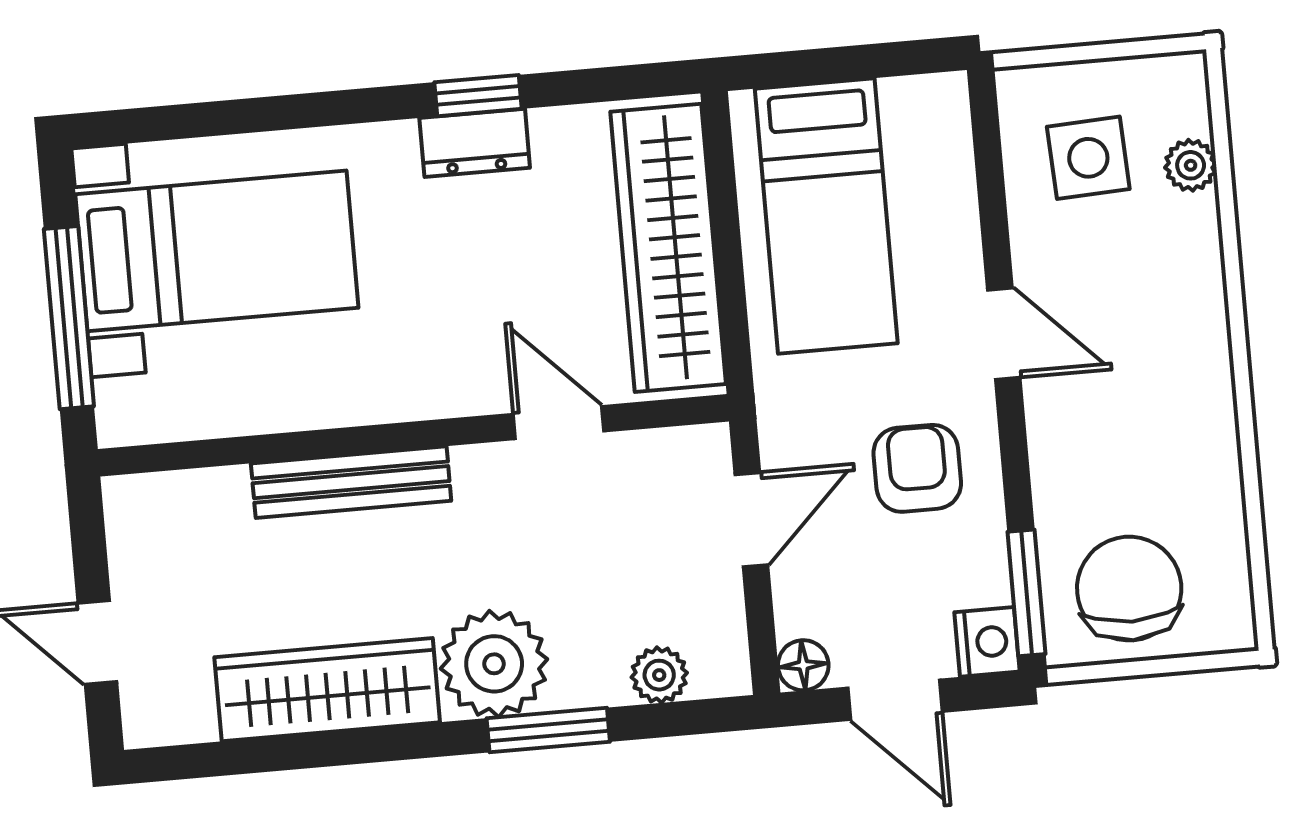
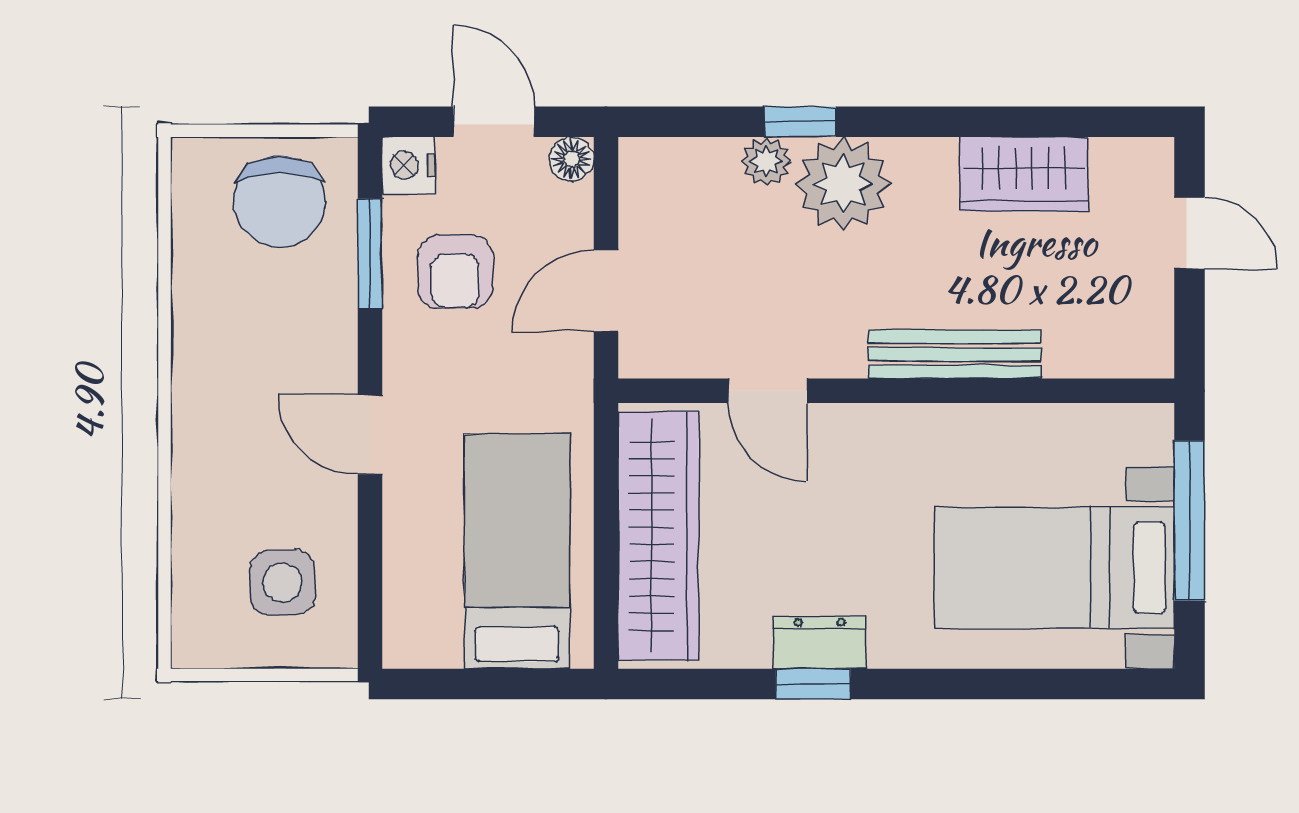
plant: (1191, 165) -> (193, 568), removed
armchair: (917, 468) -> (455, 272), moved
window: (1026, 593) -> (370, 254), moved
plant: (659, 675) -> (766, 161), moved
wardrobe: (327, 690) -> (1024, 174), width x0.67
window: (548, 730) -> (800, 122), width x0.67

